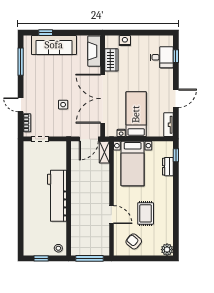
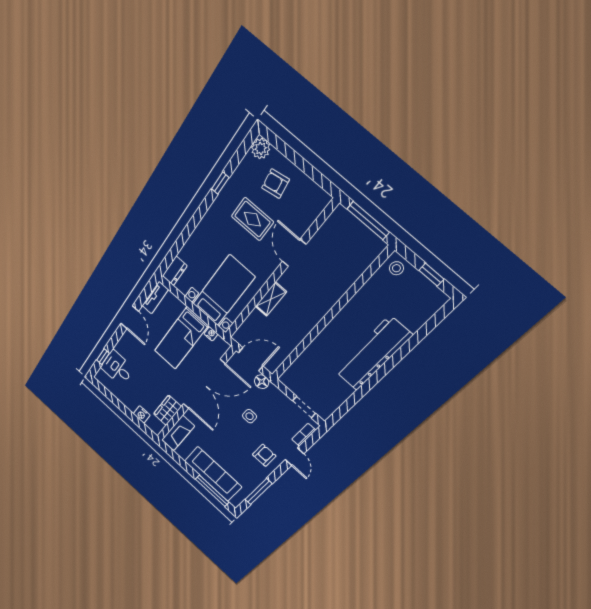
window: (46, 33) -> (212, 491), width x2.17
armchair: (36, 89) -> (264, 455), added
door: (176, 98) -> (130, 317), swing flipped
floor lamp: (73, 132) -> (262, 382), added
shelving: (104, 152) -> (271, 299), moved
window: (176, 155) -> (220, 183), moved
dresser: (168, 167) -> (175, 271), moved
workbench: (57, 196) -> (373, 354), moved, turned 180
rug: (146, 213) -> (252, 219), turned 90
armchair: (134, 241) -> (275, 184), moved, turned 131

